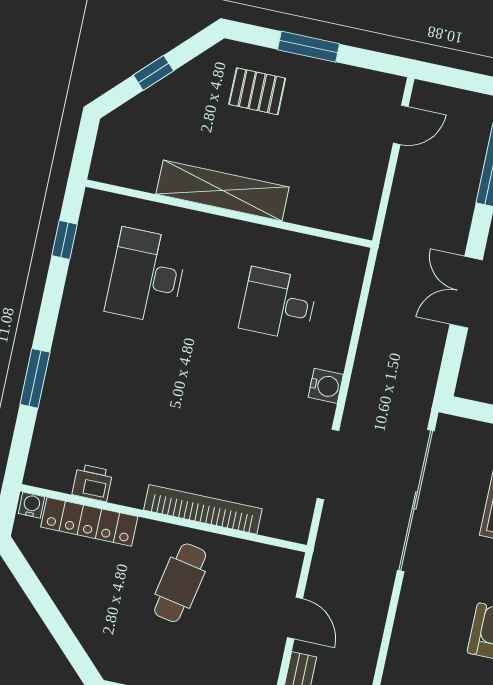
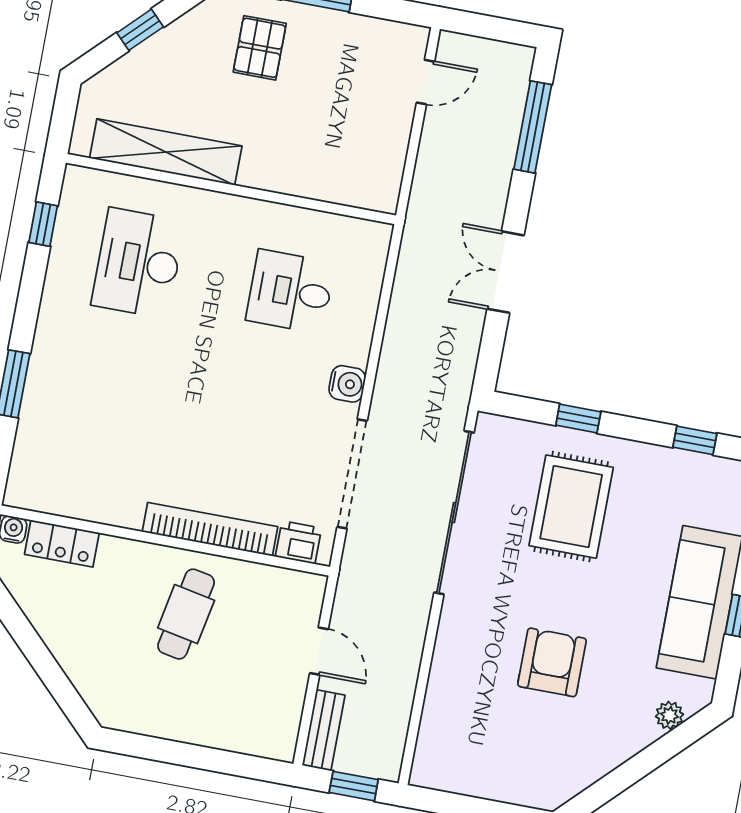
pallet: (257, 91) -> (260, 48), turned 90
shelving: (223, 191) -> (166, 152), moved
doorway: (328, 464) -> (352, 474), width x1.36
printer: (92, 483) -> (298, 542), moved
locker: (89, 522) -> (62, 543), width x0.66

